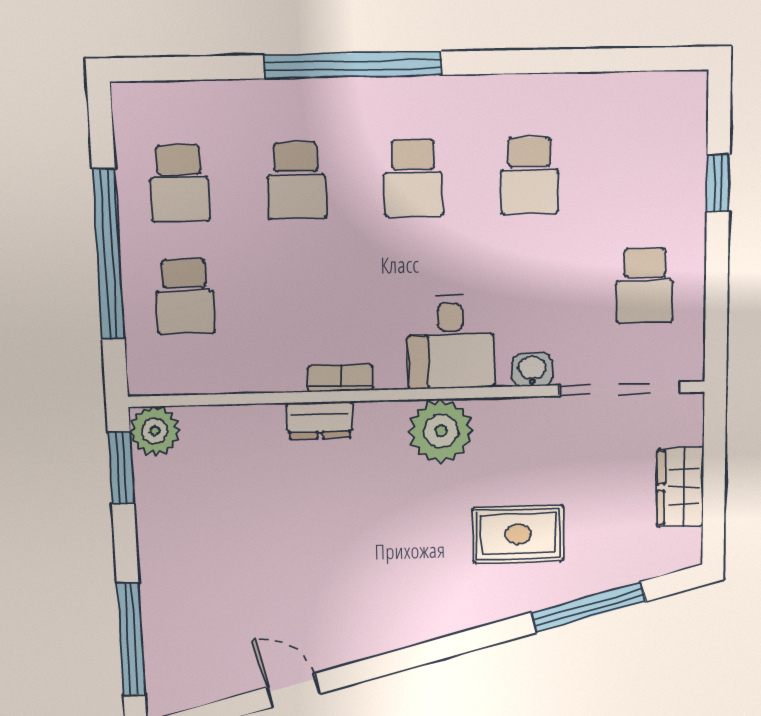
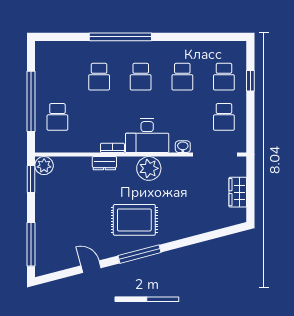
school desk: (179, 183) -> (224, 77), moved
desk: (451, 342) -> (147, 136), width x1.37
rug: (518, 534) -> (134, 220), moved, width x1.36, depth x1.43
window: (589, 607) -> (139, 254), moved

